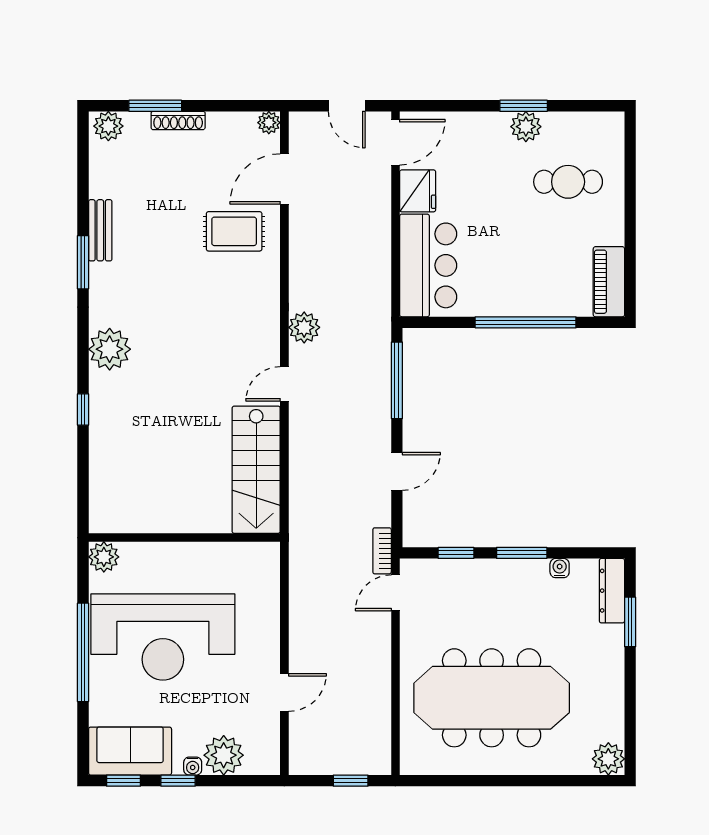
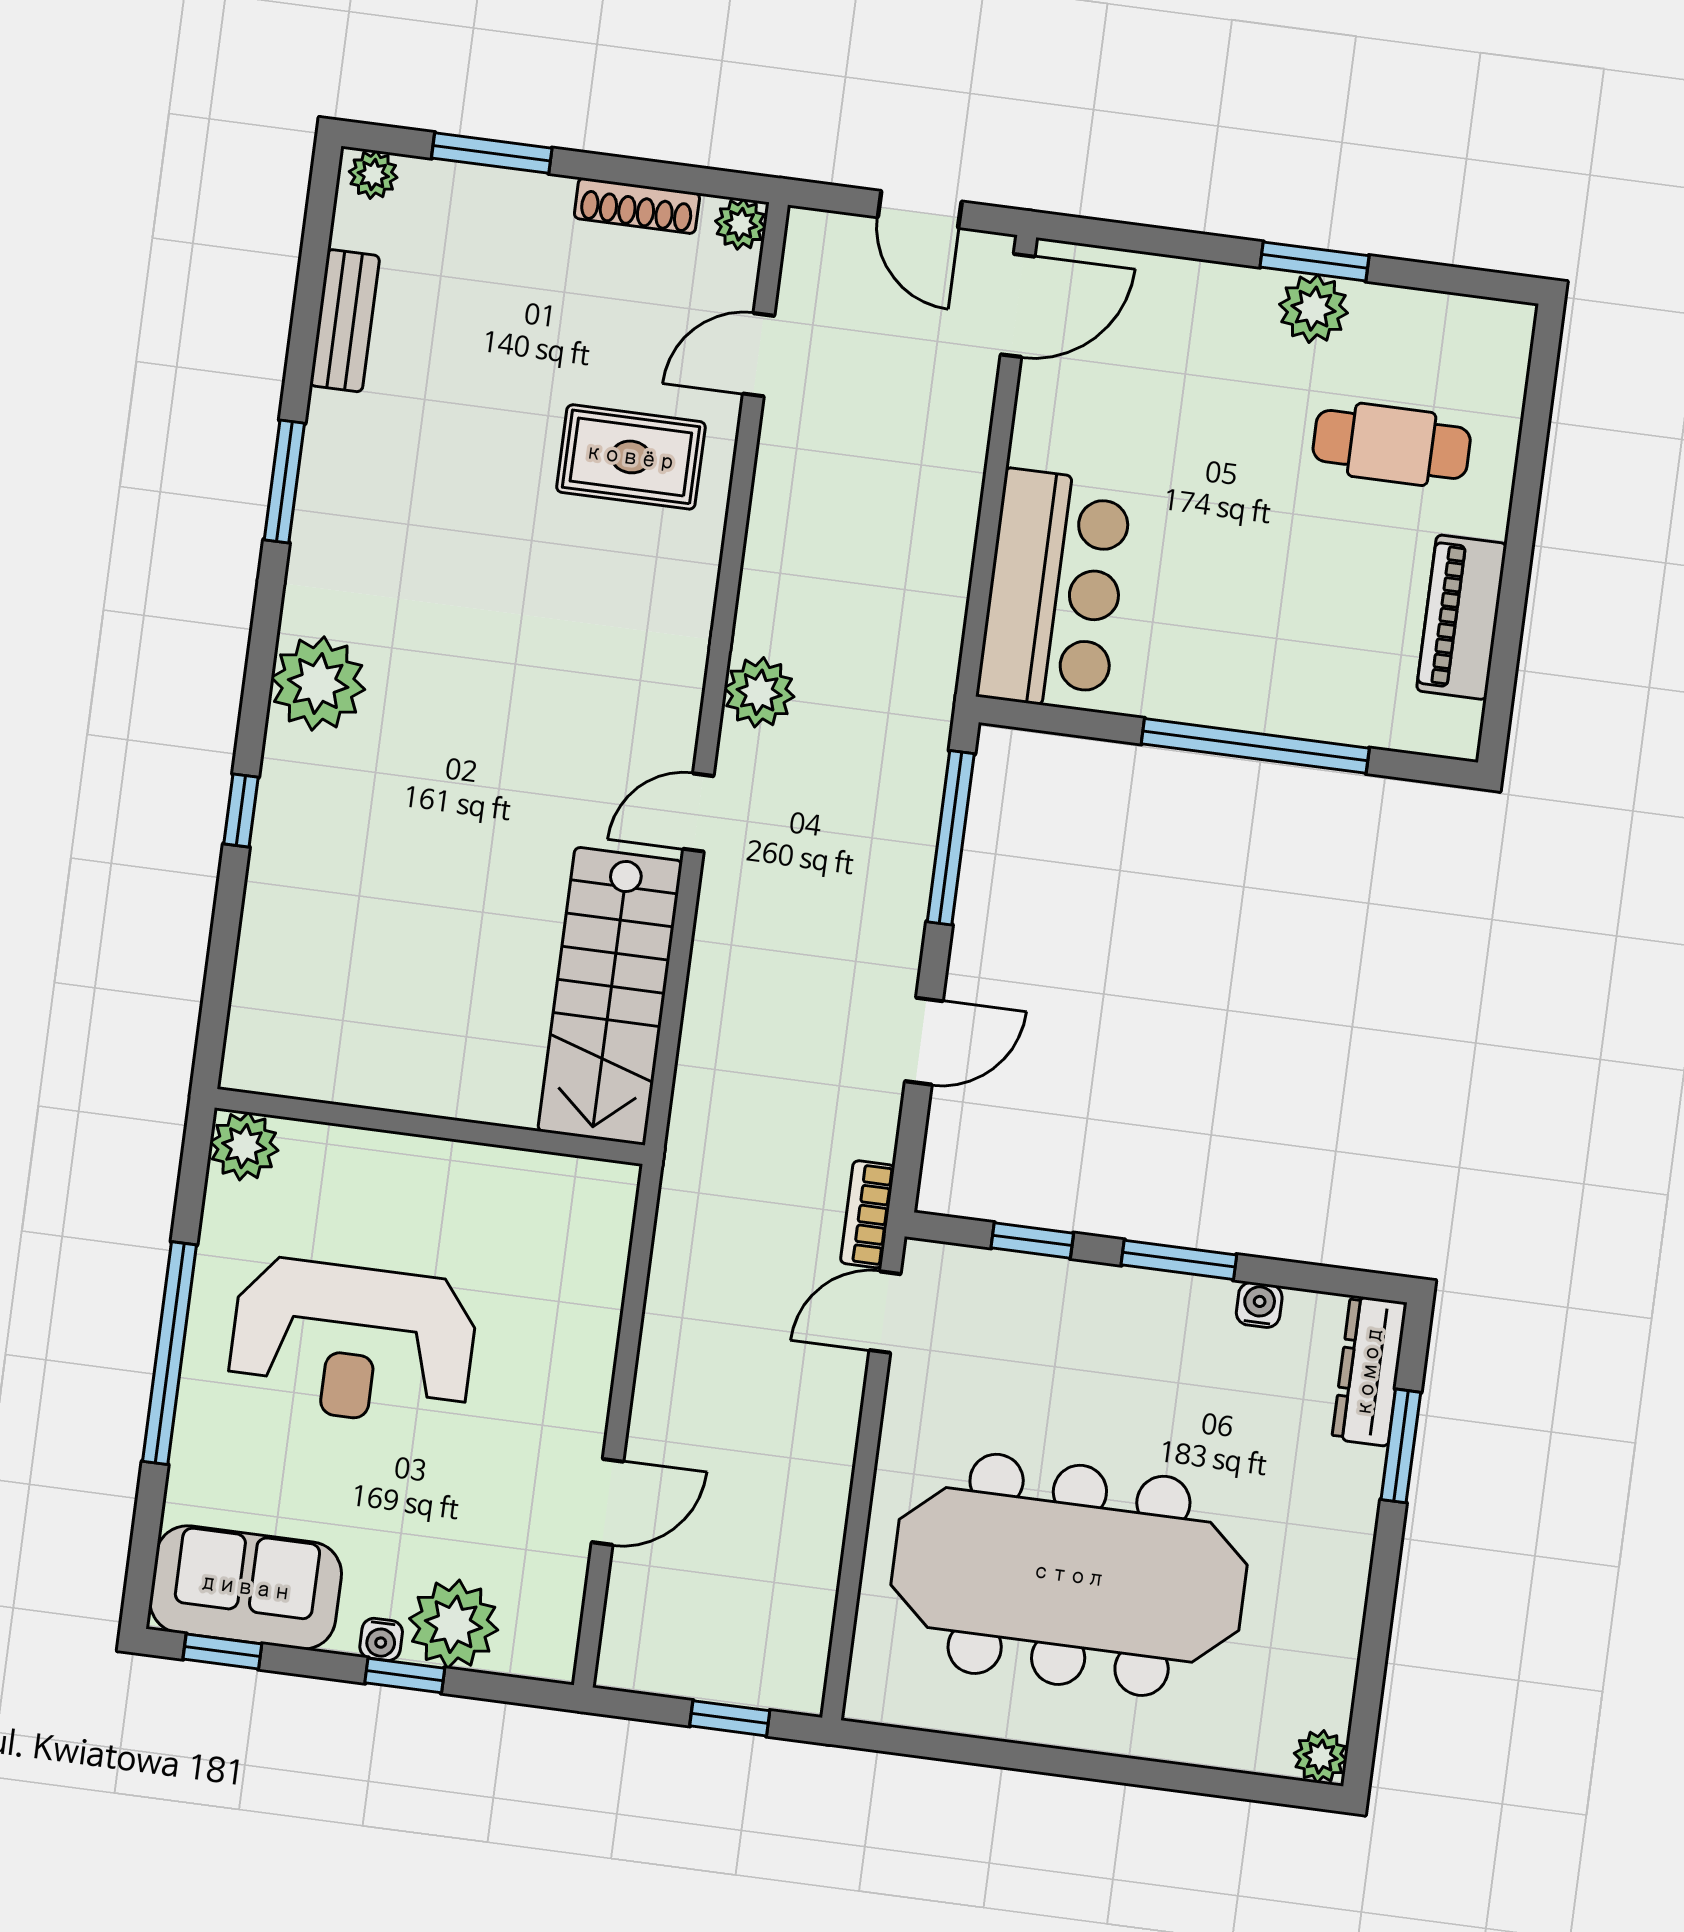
shoe rack: (178, 120) -> (637, 206), moved
plant: (108, 126) -> (373, 175), width x0.73, depth x0.73
door: (284, 179) -> (759, 355), width x0.73
fridge: (418, 191) -> (1053, 421), removed
bench: (100, 230) -> (345, 321), moved
piano: (609, 282) -> (1462, 617), moved
reception desk: (163, 637) -> (353, 1342), width x0.74, depth x0.77
plant: (608, 759) -> (1321, 1757), width x0.73, depth x0.73
window: (178, 781) -> (405, 1675), moved

